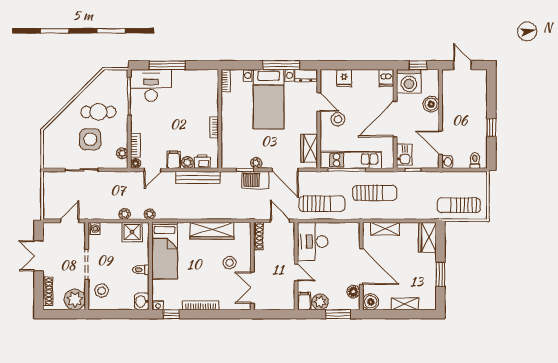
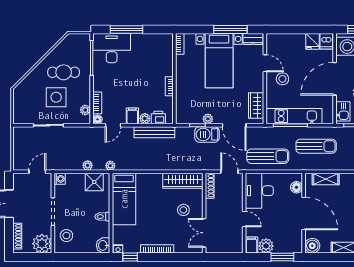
fridge: (344, 78) -> (312, 41), moved
wardrobe: (212, 231) -> (183, 181), moved
floor lamp: (353, 292) -> (296, 187), moved

